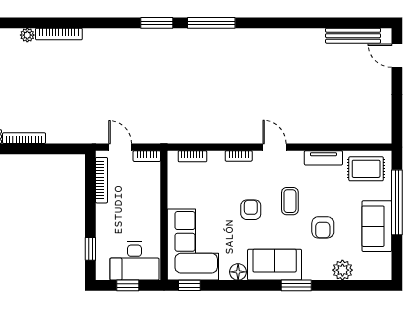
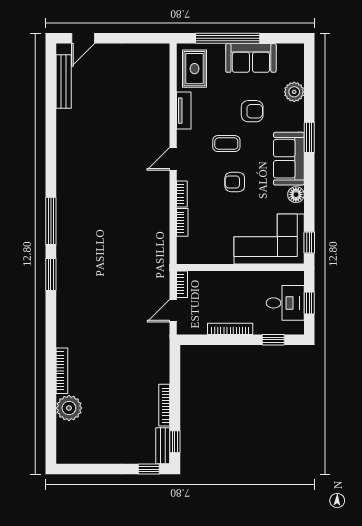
plant: (27, 35) -> (69, 408), width x1.87, depth x1.87
bookcase: (192, 156) -> (182, 222), moved
bookcase: (102, 180) -> (230, 329), moved
desk: (135, 261) -> (285, 303), width x0.73

